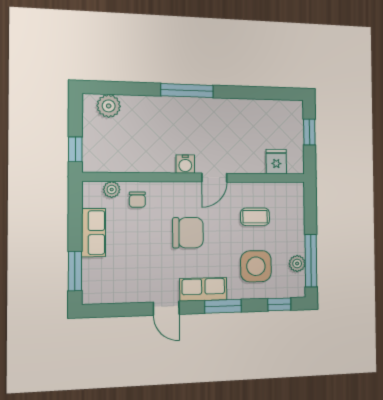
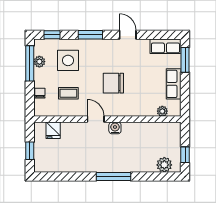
window: (75, 149) -> (185, 155), moved
door: (214, 178) -> (96, 119), hinge flipped
chair: (137, 200) -> (40, 93), moved
row of seats: (203, 289) -> (165, 46), moved

